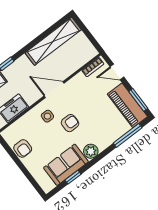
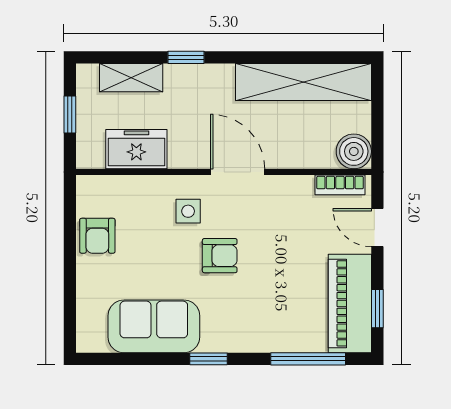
boiler: (89, 52) -> (354, 151), added
window: (138, 100) -> (377, 309), width x0.67
plant: (91, 151) -> (218, 336), removed
window: (73, 177) -> (209, 359), moved

